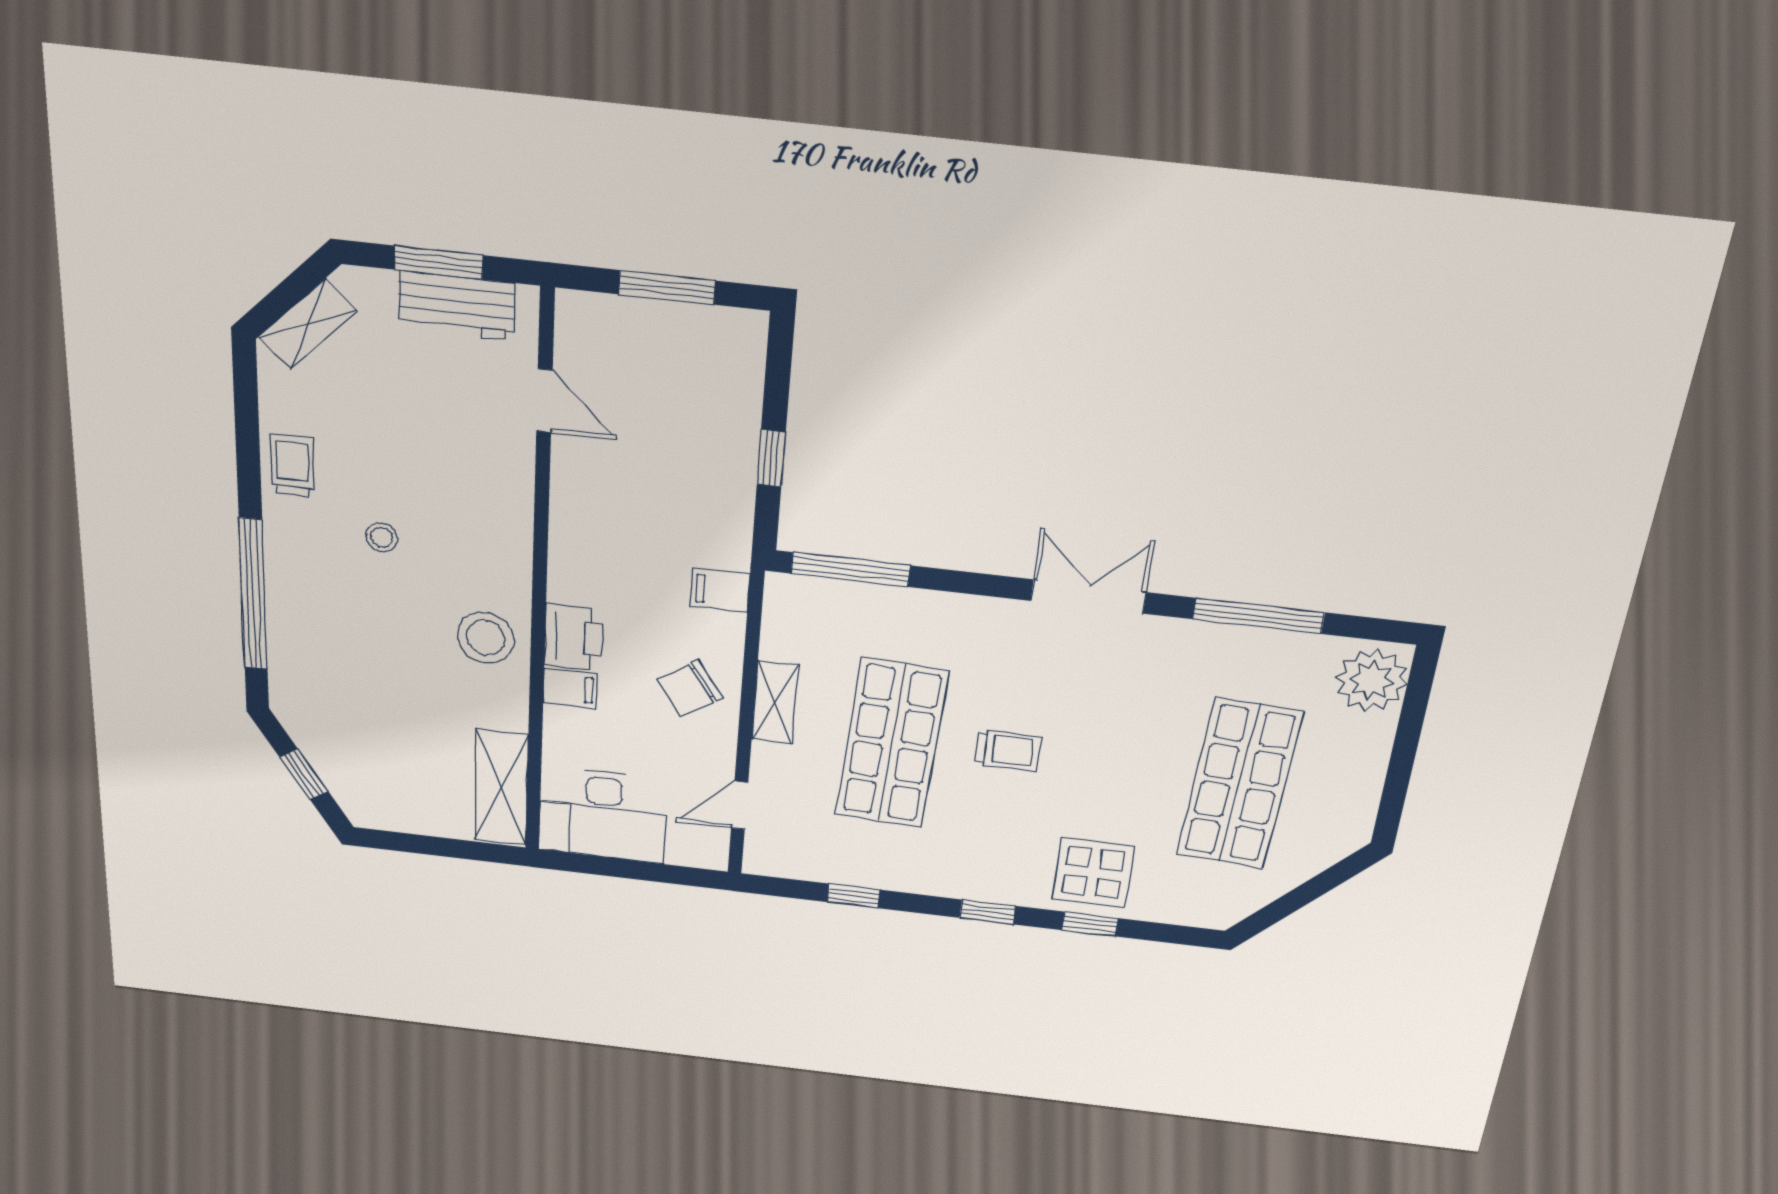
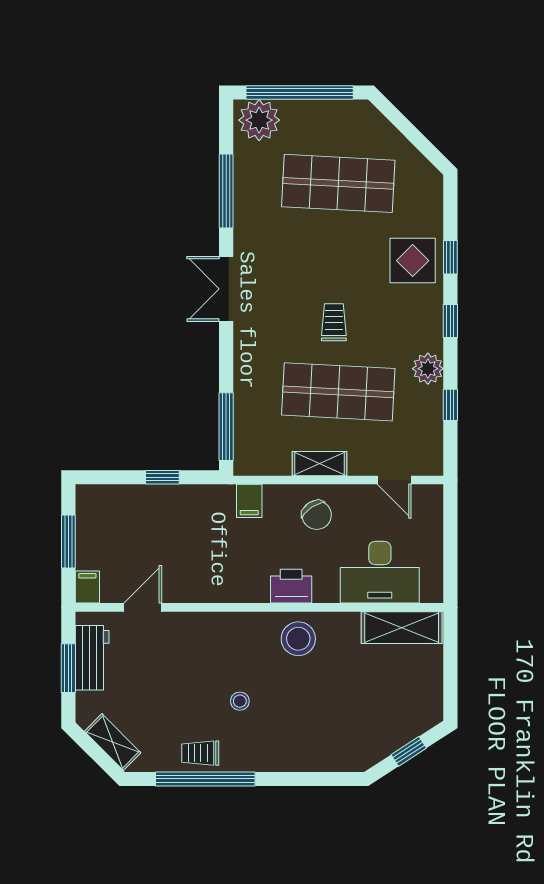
window: (253, 594) -> (205, 779), moved
filing cabinet: (570, 688) -> (87, 587), moved
window: (1405, 746) -> (300, 92), added
desk: (603, 815) -> (380, 572), moved, turned 90
plant: (915, 873) -> (428, 369), added

